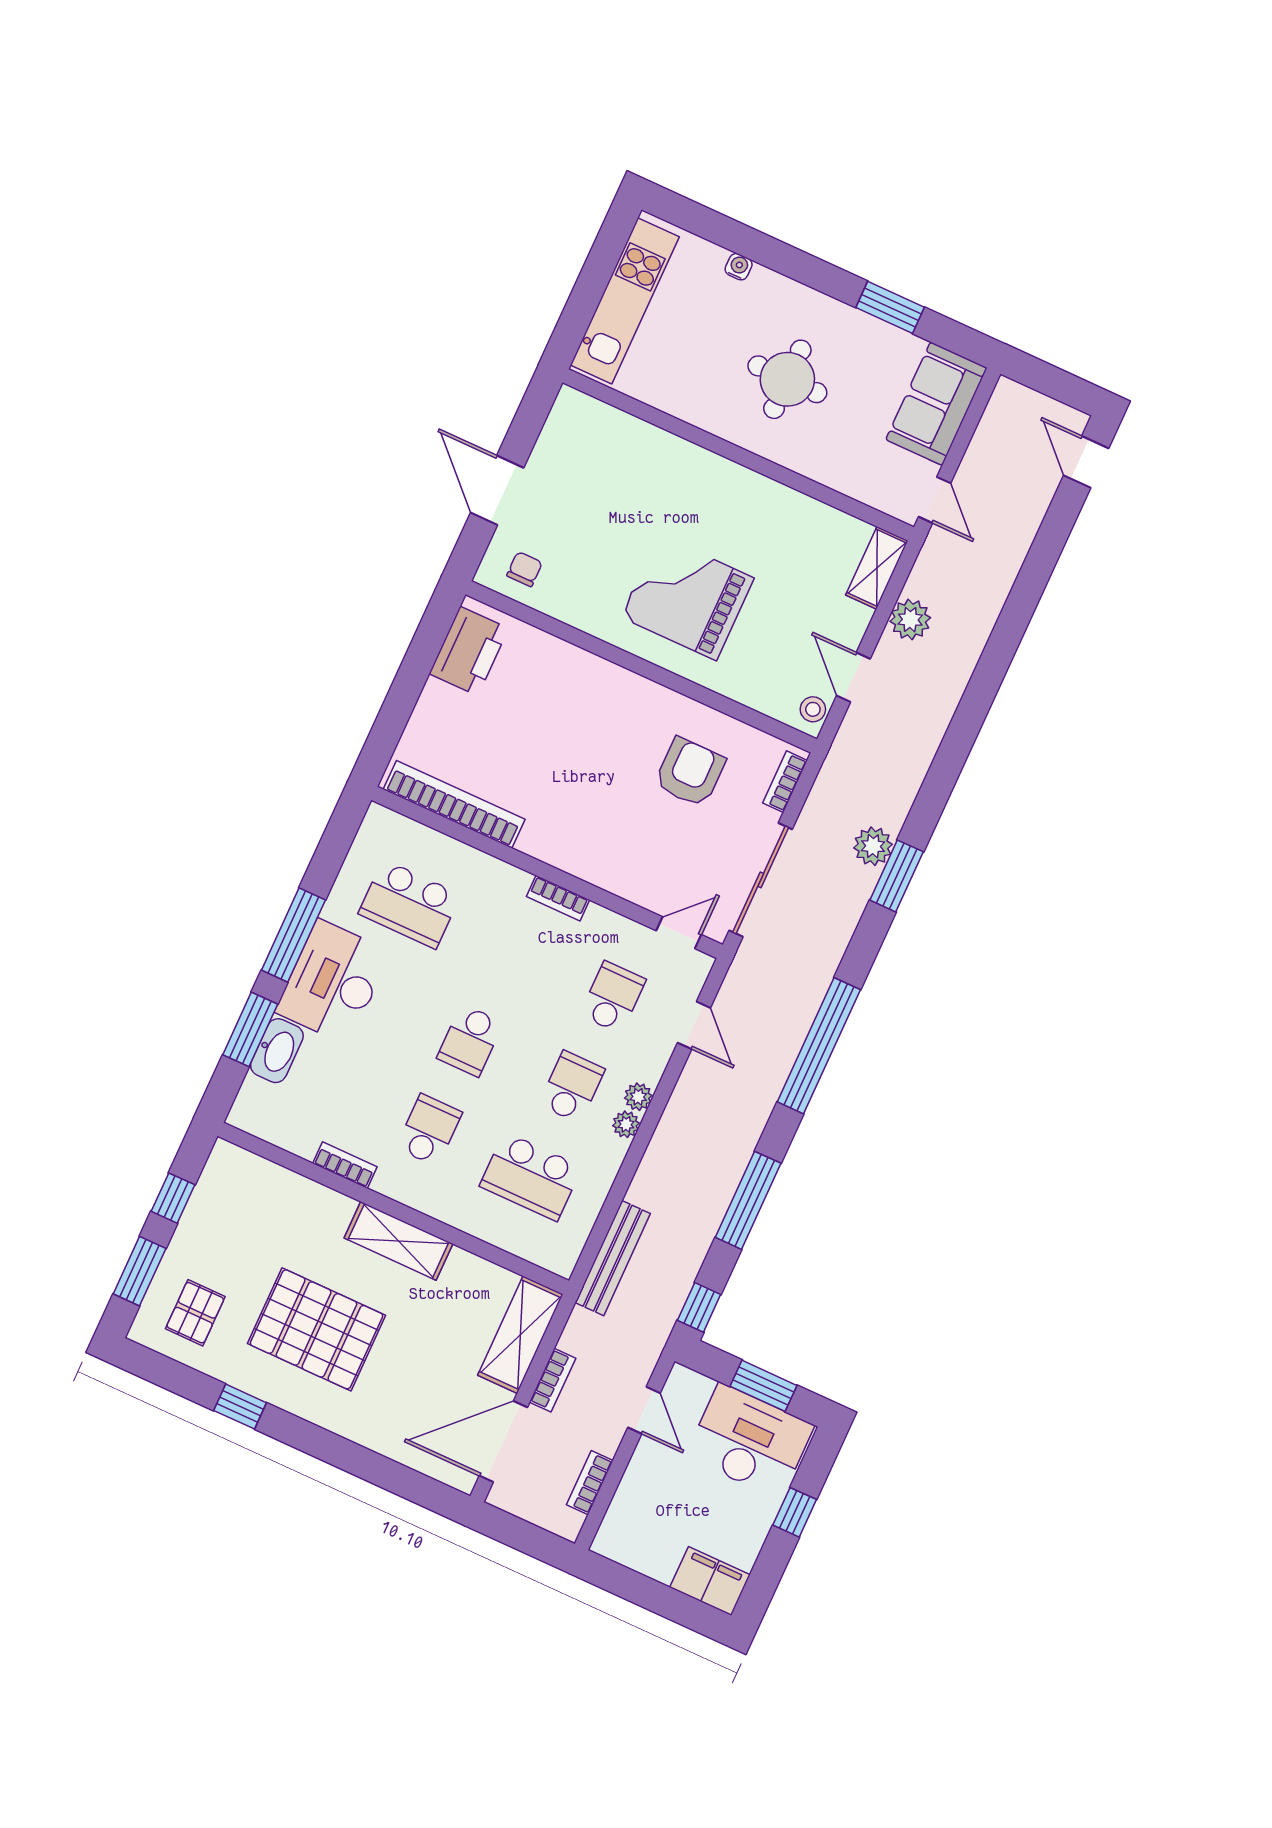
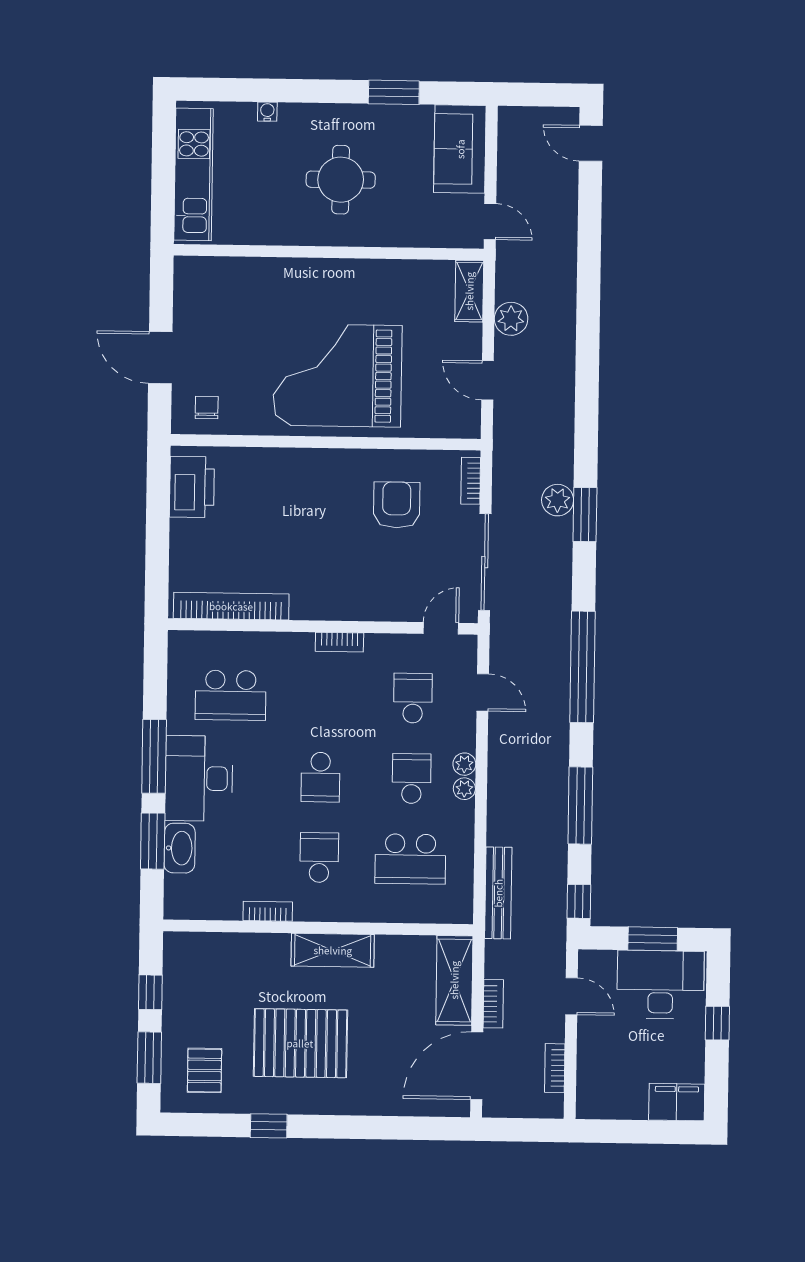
grand piano: (687, 598) -> (337, 375), width x1.37, depth x1.48
stool: (813, 709) -> (468, 418), removed

